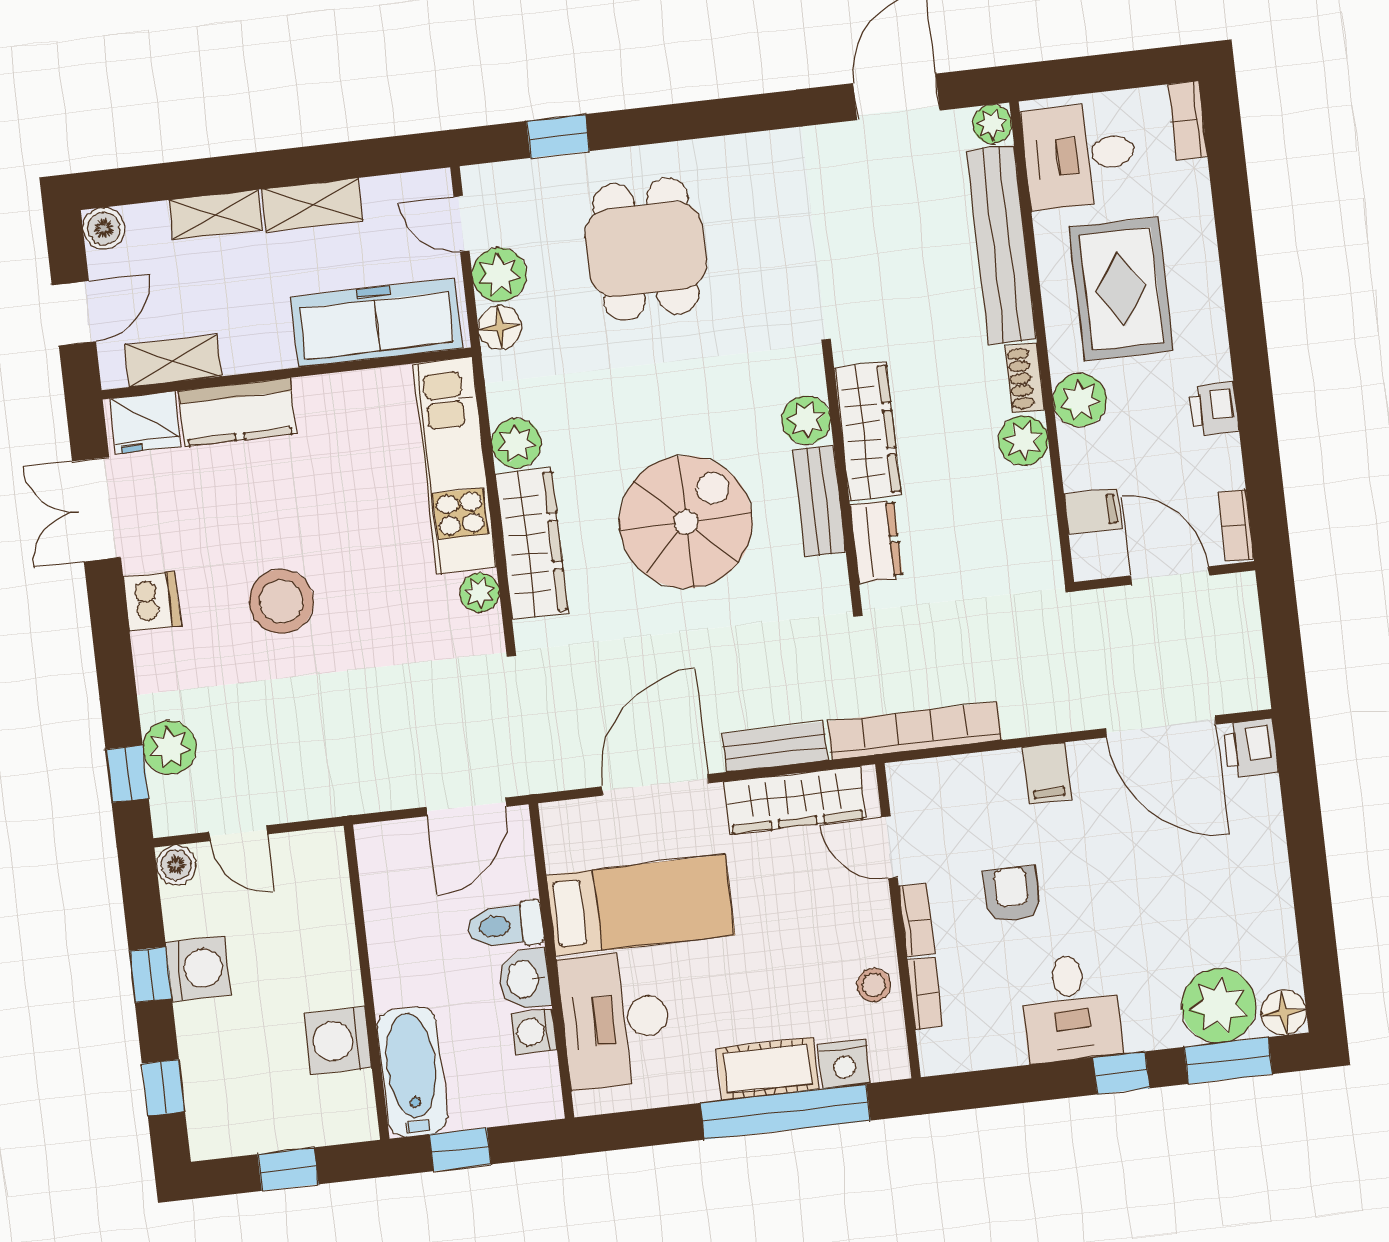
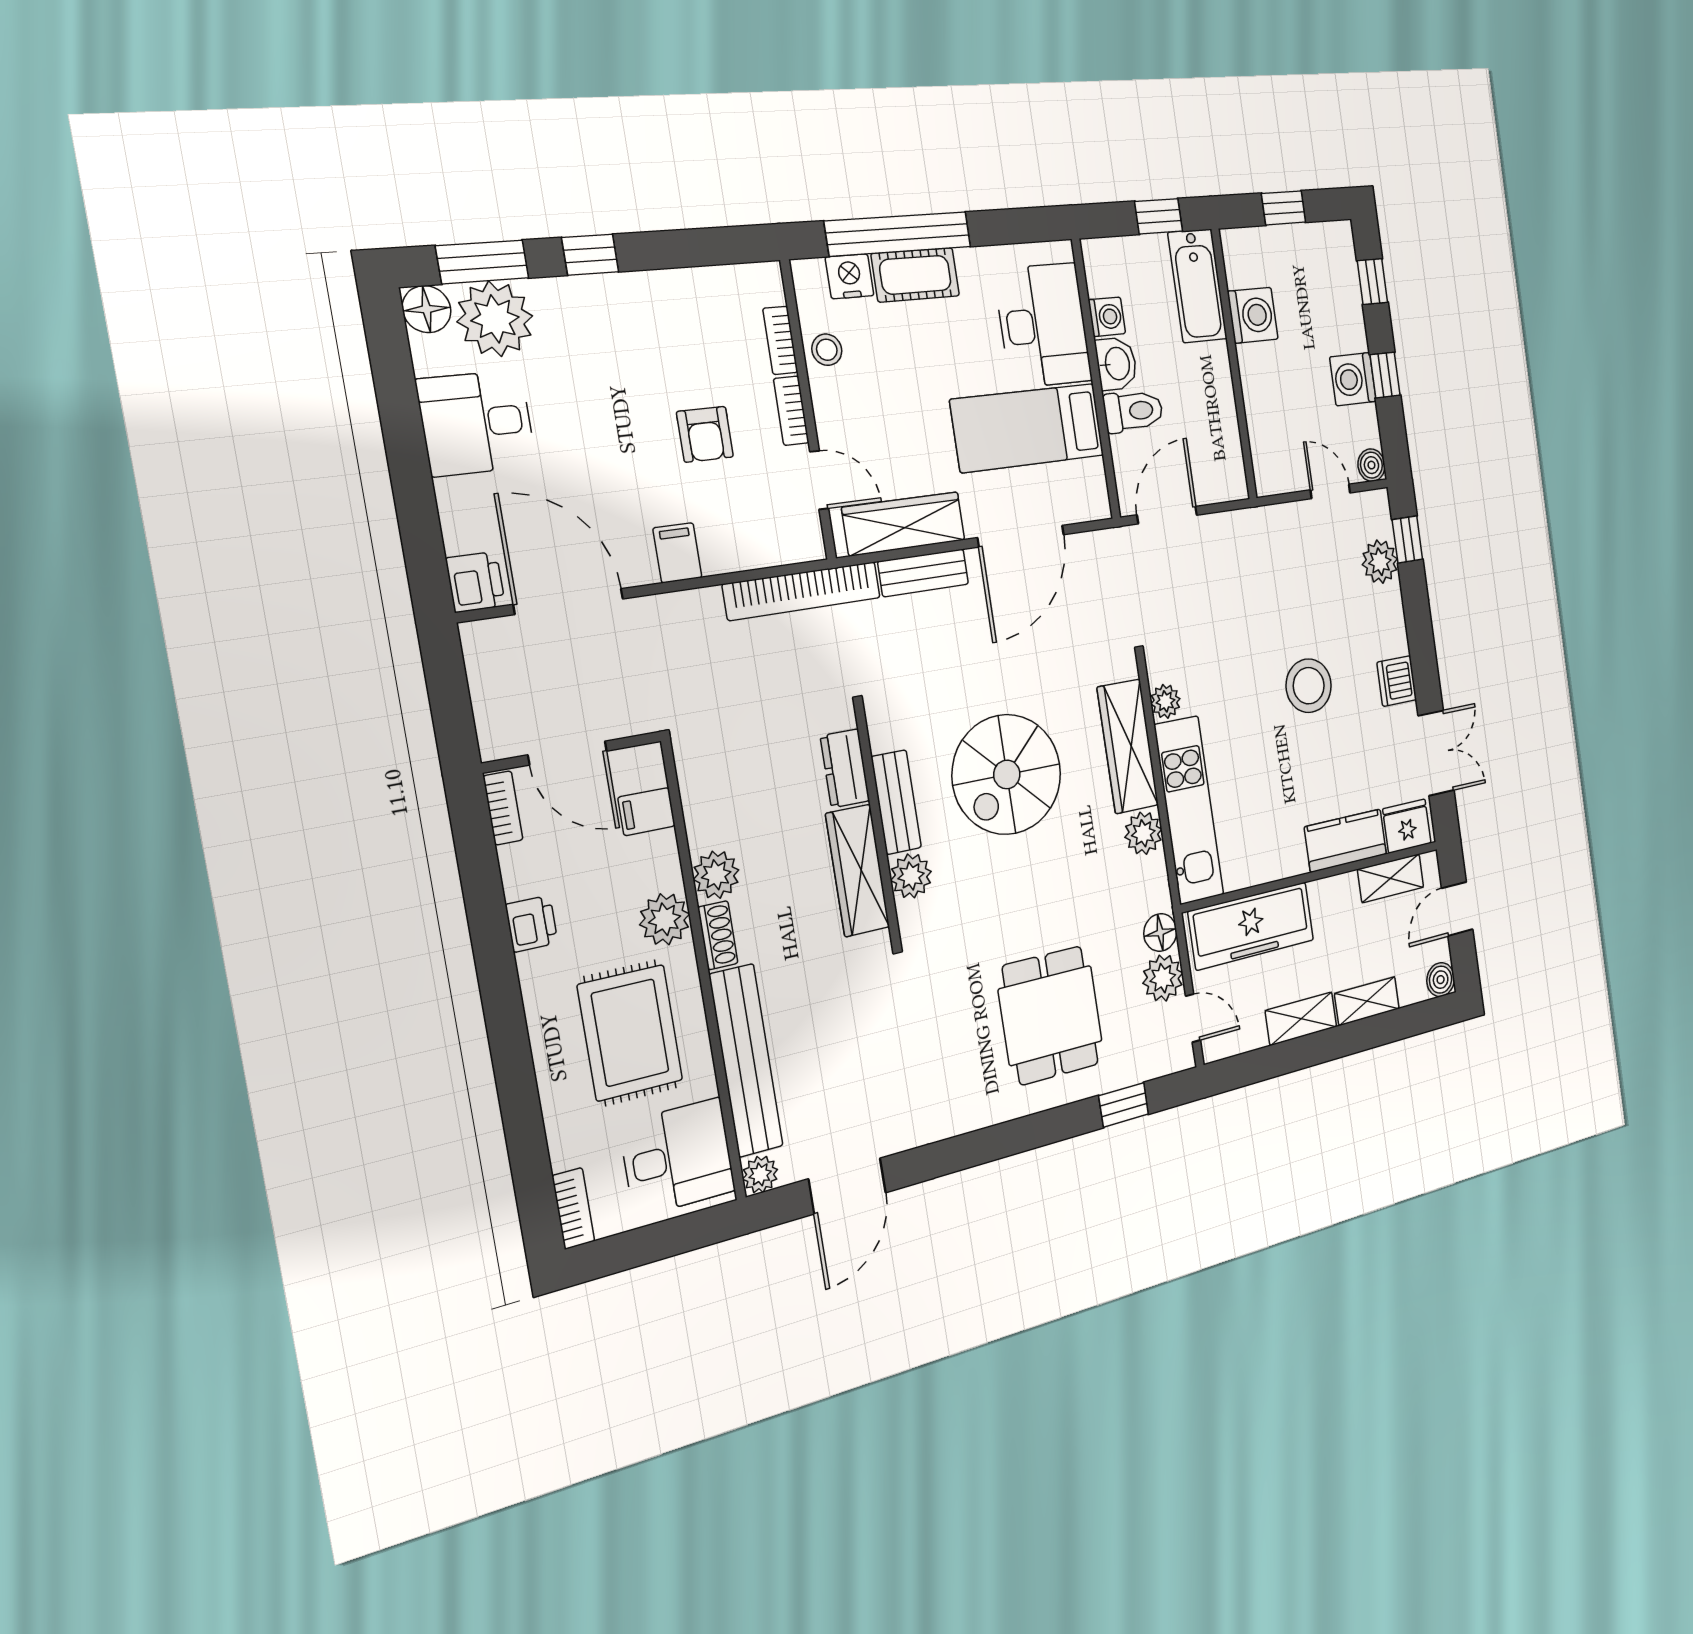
desk: (1071, 1008) -> (477, 423), moved, turned -90

